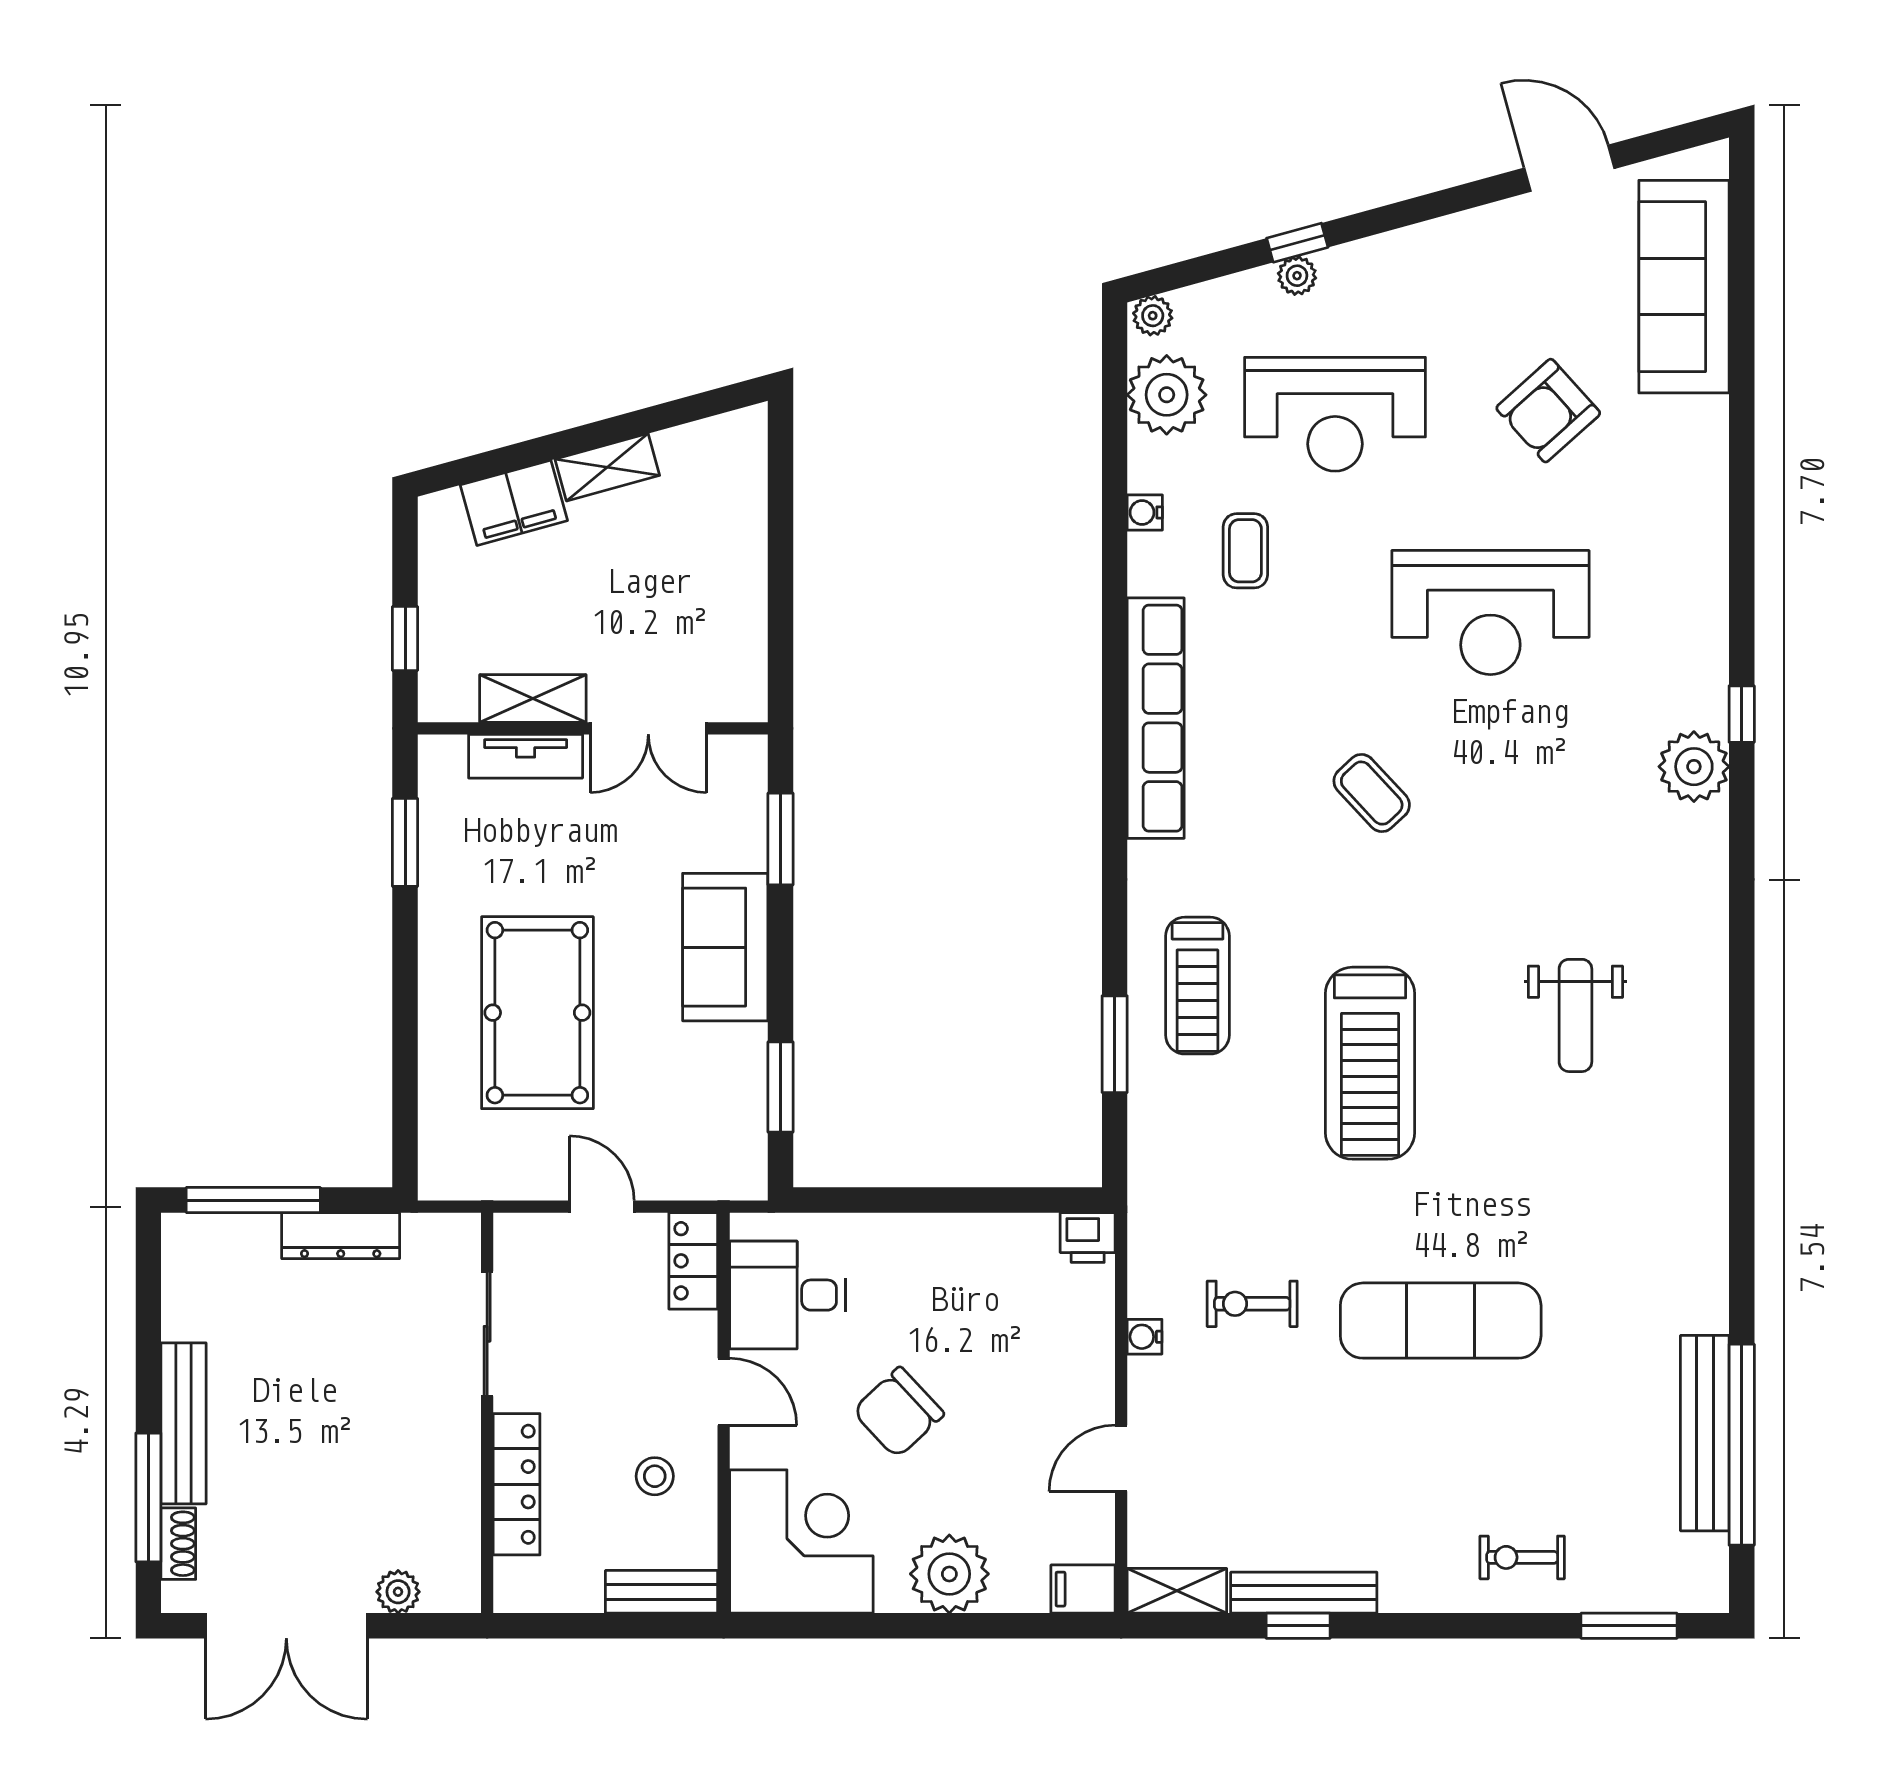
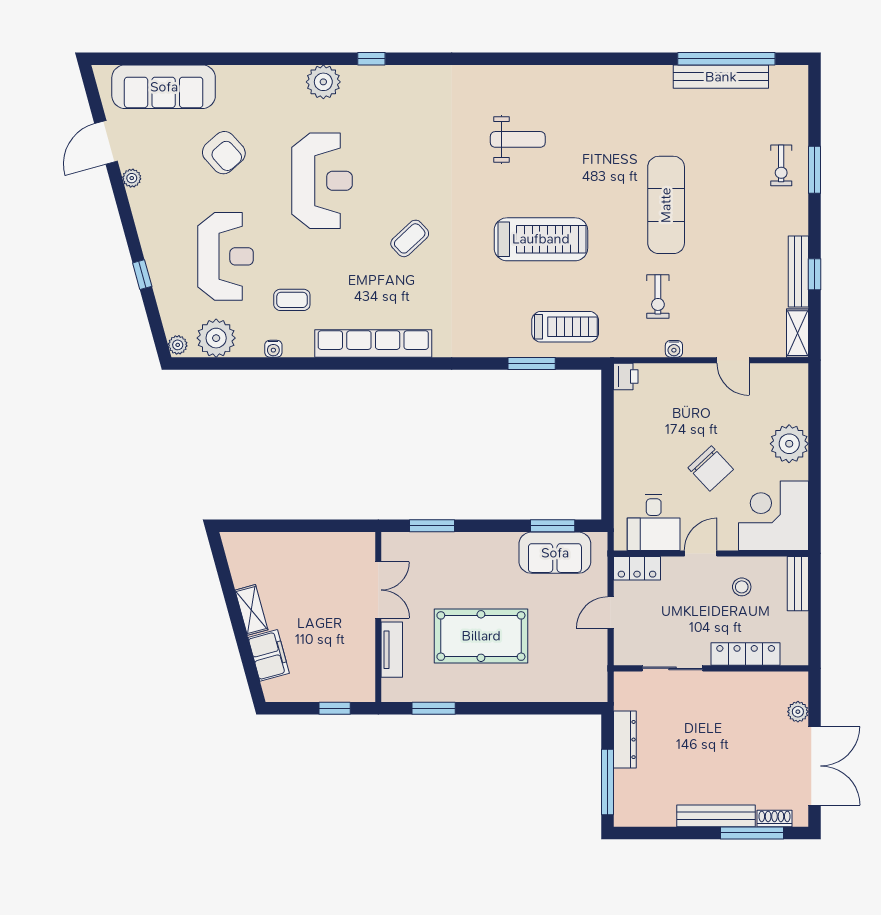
plant: (1297, 276) -> (132, 178), moved
shelving: (533, 698) -> (364, 646), removed
plant: (1694, 767) -> (323, 82), moved
sofa: (725, 947) -> (555, 553), moved
treadmill: (1197, 986) -> (565, 327), moved
pool table: (537, 1013) -> (481, 636), moved
filing cabinet: (1083, 1589) -> (797, 379), removed
window: (1629, 1626) -> (814, 170), moved

